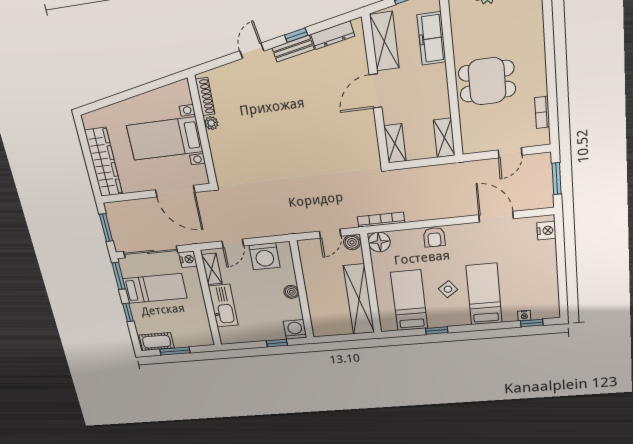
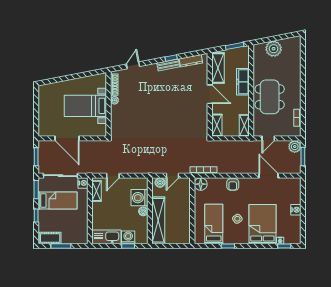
freezer: (432, 38) -> (243, 82), moved
door: (252, 51) -> (133, 65), moved
dining table: (487, 81) -> (270, 97), width x1.37
door: (375, 91) -> (210, 94), swing flipped
door: (510, 153) -> (268, 138), moved
wardrobe: (103, 162) -> (45, 115), removed
plant: (540, 163) -> (295, 147), added
door: (175, 191) -> (67, 138), moved
nightstand: (546, 231) -> (296, 210), moved
boiler: (352, 242) -> (160, 183), moved
washing machine: (264, 256) -> (139, 198), moved, turned 90
bed: (484, 294) -> (262, 224), width x1.50
shelving: (359, 299) -> (158, 220), moved
kitchen sink: (223, 306) -> (106, 237), moved, turned -90
washing machine: (295, 329) -> (128, 237), moved

